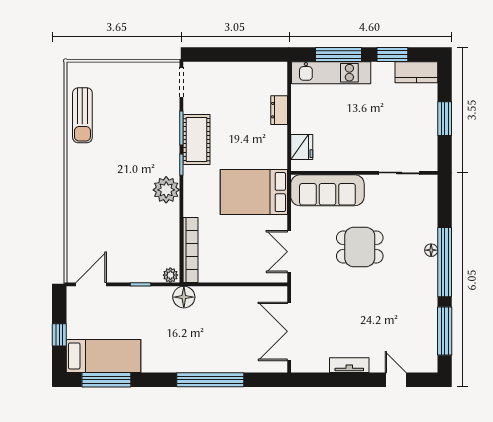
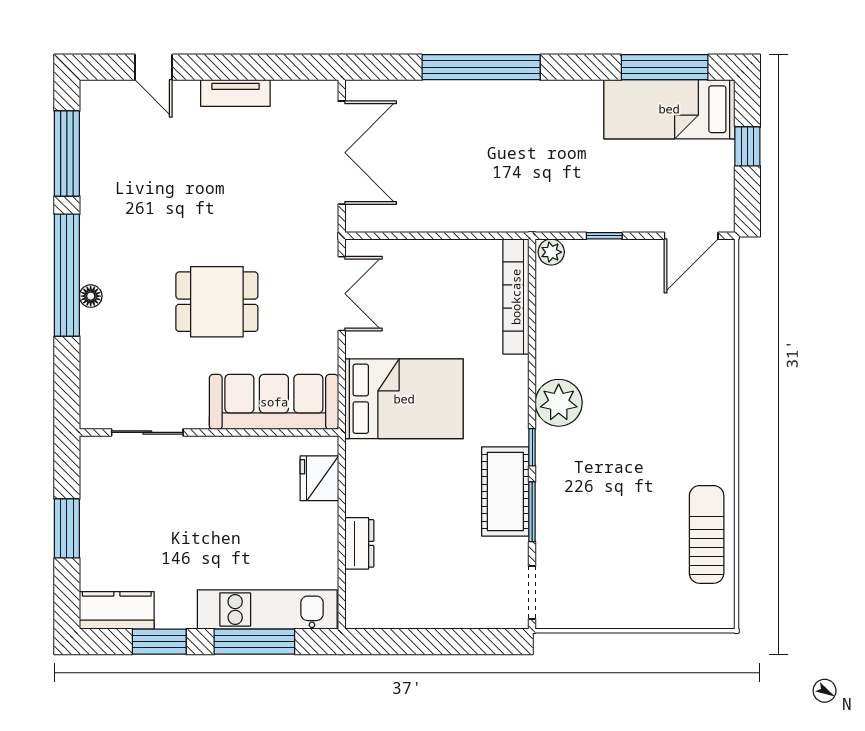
floor lamp: (184, 297) -> (528, 213), removed

